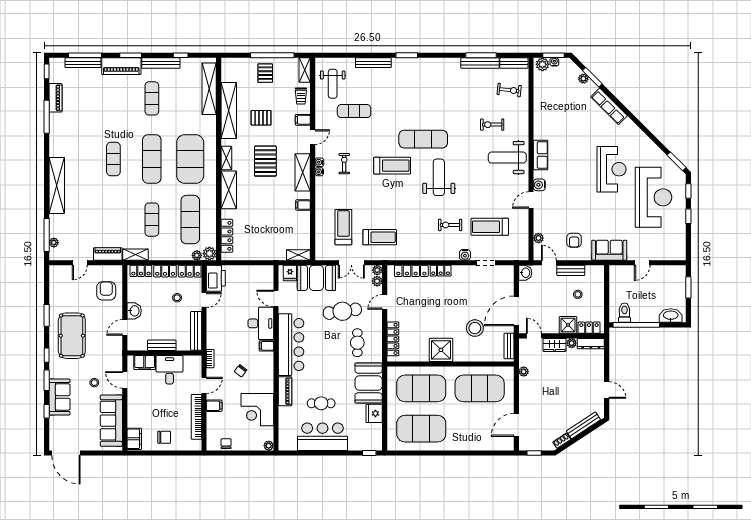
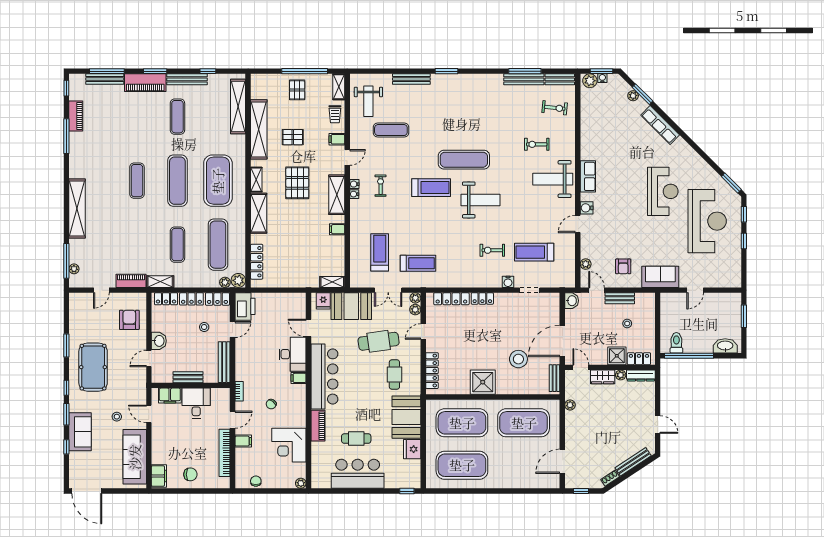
weight bench: (439, 177) -> (480, 200), turned 90

